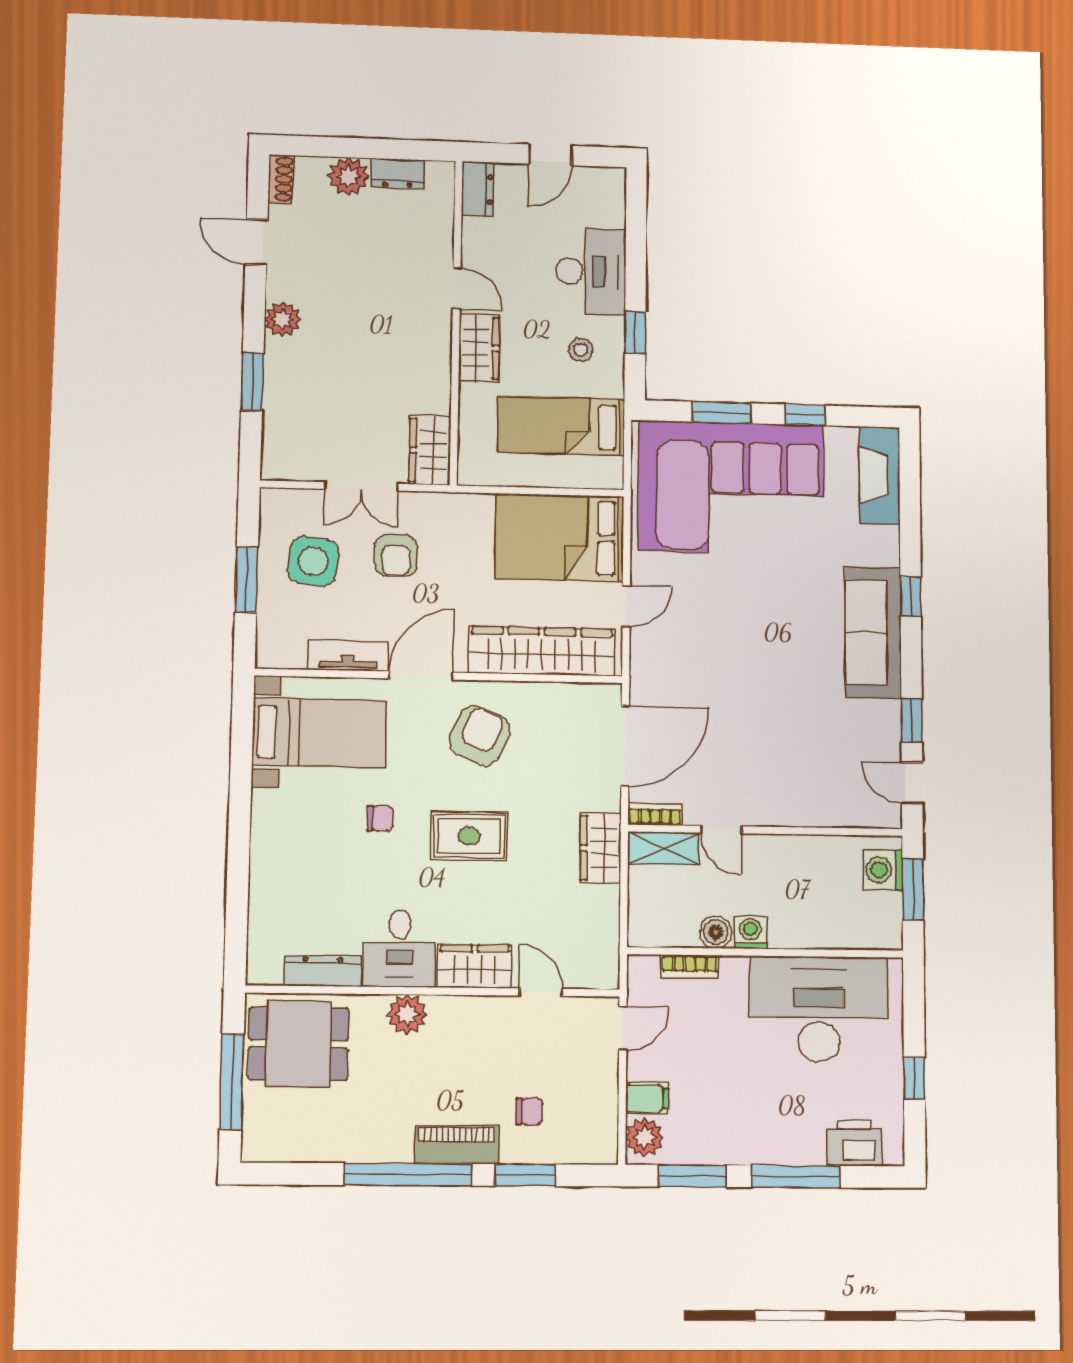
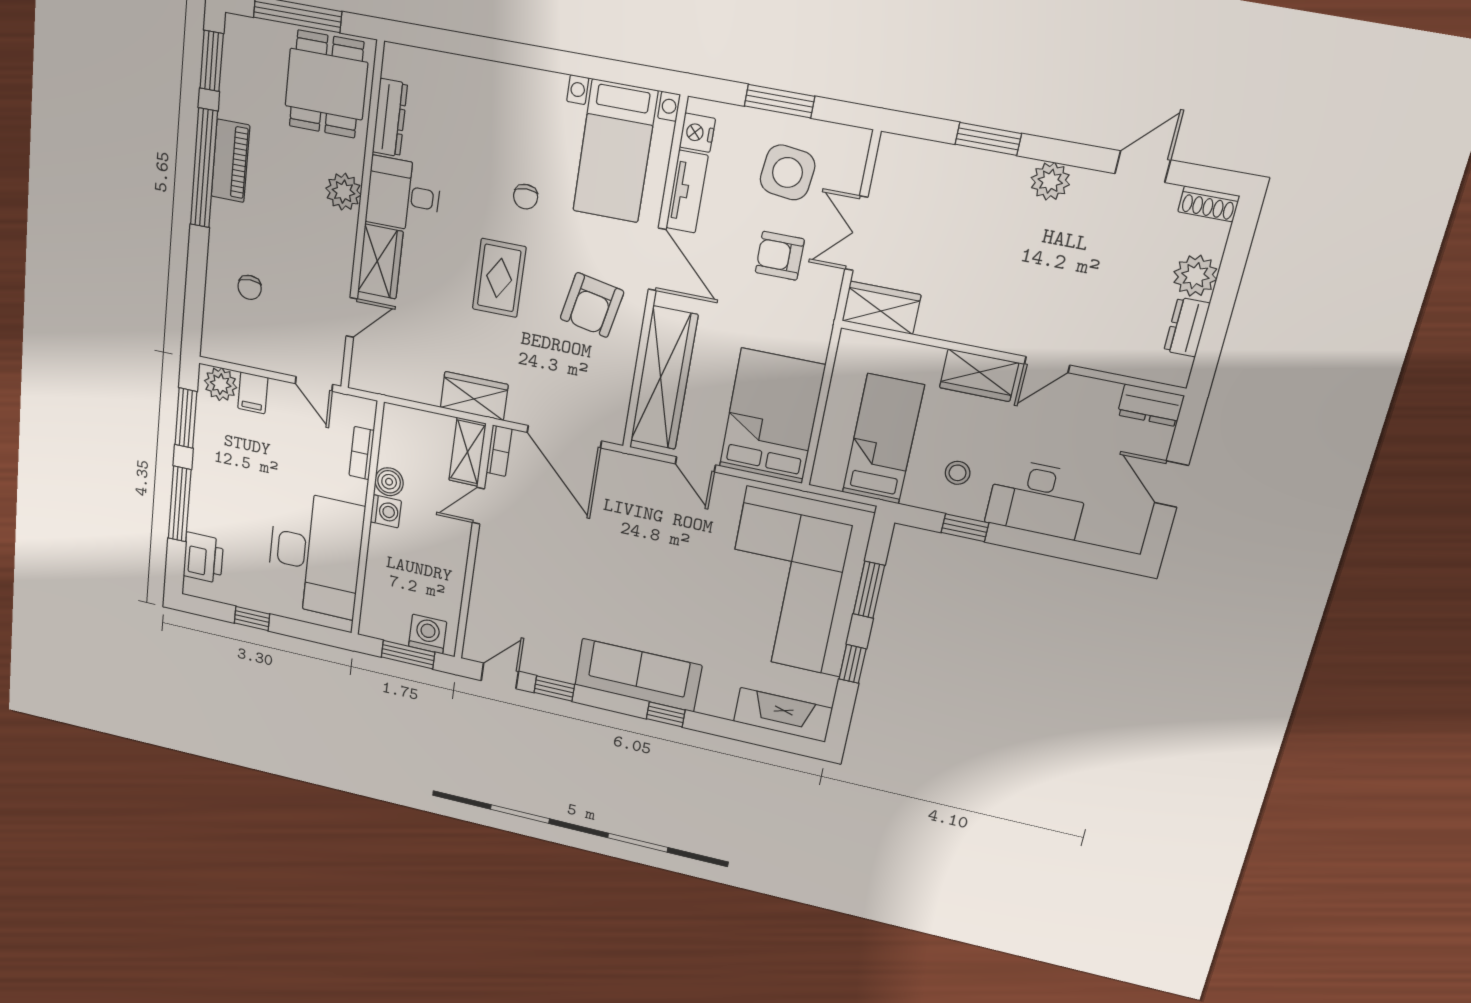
nightstand: (289, 654) -> (697, 133), added
armchair: (480, 735) -> (592, 305), turned 77
piano: (457, 1145) -> (230, 161), moved
window: (525, 1175) -> (212, 61), moved

